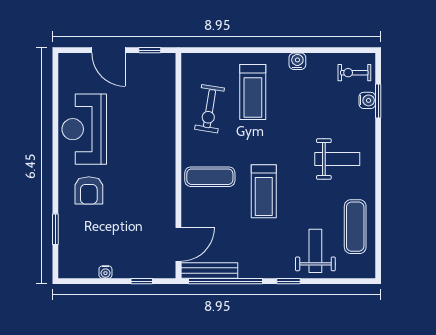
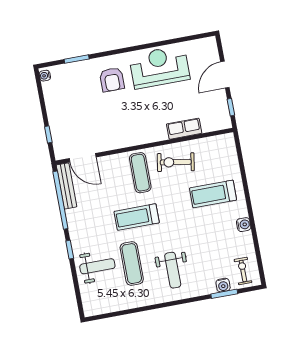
exercise bike: (210, 109) -> (176, 162), moved
row of seats: (166, 113) -> (184, 129), added
armchair: (89, 190) -> (112, 80), turned -90
exercise mat: (355, 227) -> (132, 264), moved, turned 90
water cooler: (105, 272) -> (45, 76), moved

